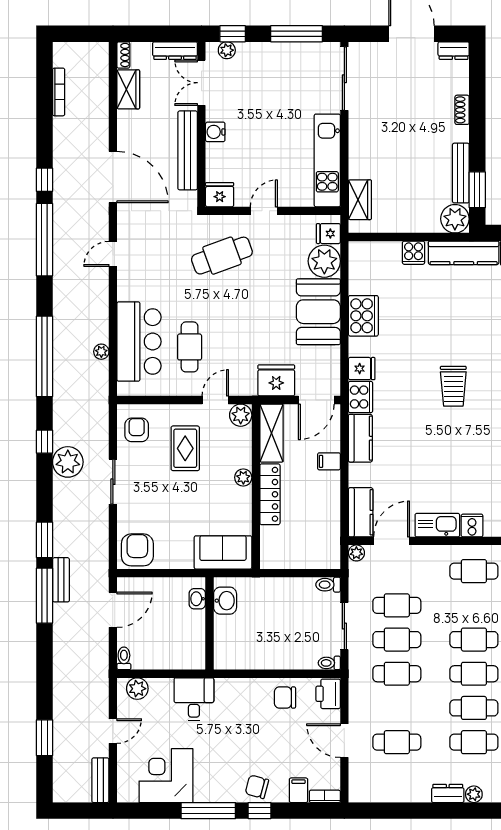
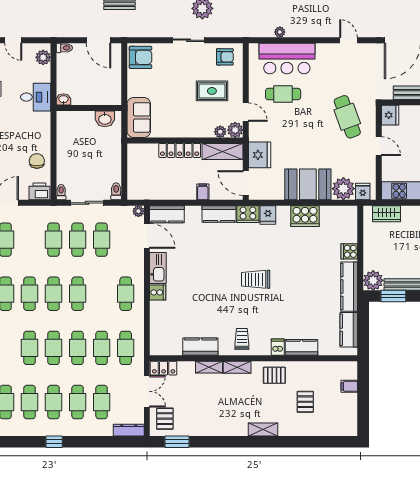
plant: (243, 477) -> (220, 132), moved
washbasin: (197, 599) -> (63, 99), moved

